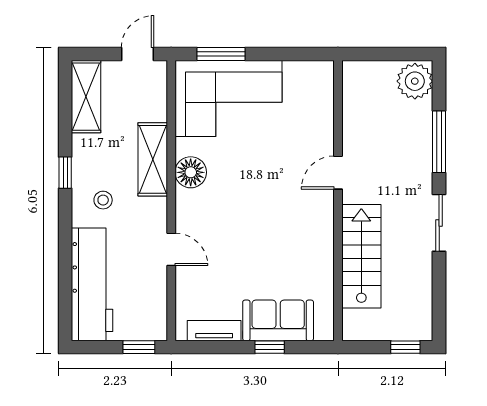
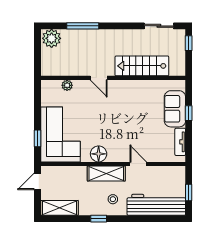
door: (138, 54) -> (37, 181), hinge flipped
window: (221, 54) -> (37, 138), width x0.67
plant: (324, 111) -> (67, 85), added
shelving: (153, 159) -> (106, 173), moved
sliding door: (439, 223) -> (159, 26), moved
door: (171, 249) -> (138, 164), hinge flipped
window: (139, 347) -> (189, 193), moved

